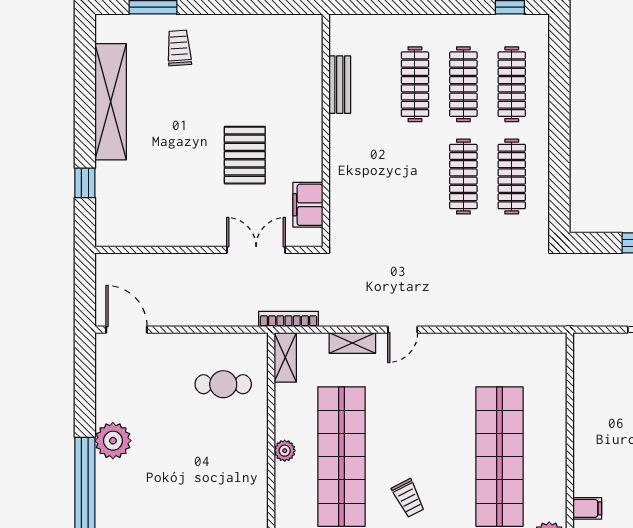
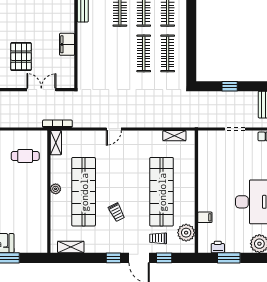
pallet: (245, 155) -> (21, 57), moved
filing cabinet: (308, 205) -> (67, 44), moved
shelving: (352, 343) -> (174, 136), moved

